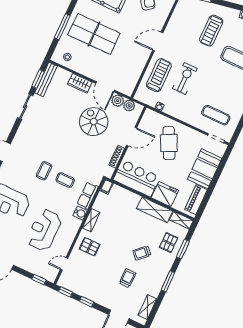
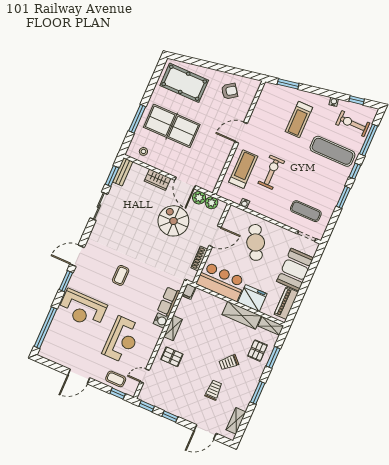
bench: (46, 79) -> (123, 172), width x0.73
coffee table: (65, 180) -> (116, 379), moved
reception desk: (44, 230) -> (122, 340), turned 180

